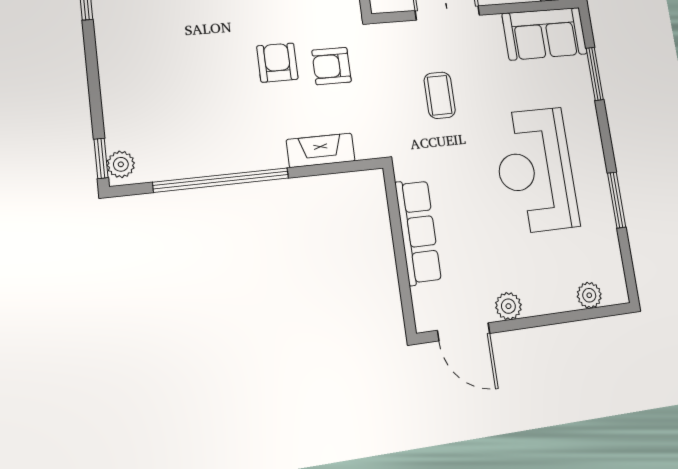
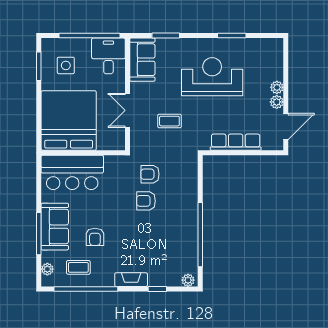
armchair: (332, 66) -> (150, 174), turned 90
fireplace: (321, 150) -> (131, 280), moved, turned 90
window: (101, 158) -> (157, 289), moved
reception desk: (535, 170) -> (212, 77), turned 180
plant: (589, 295) -> (277, 87), moved

